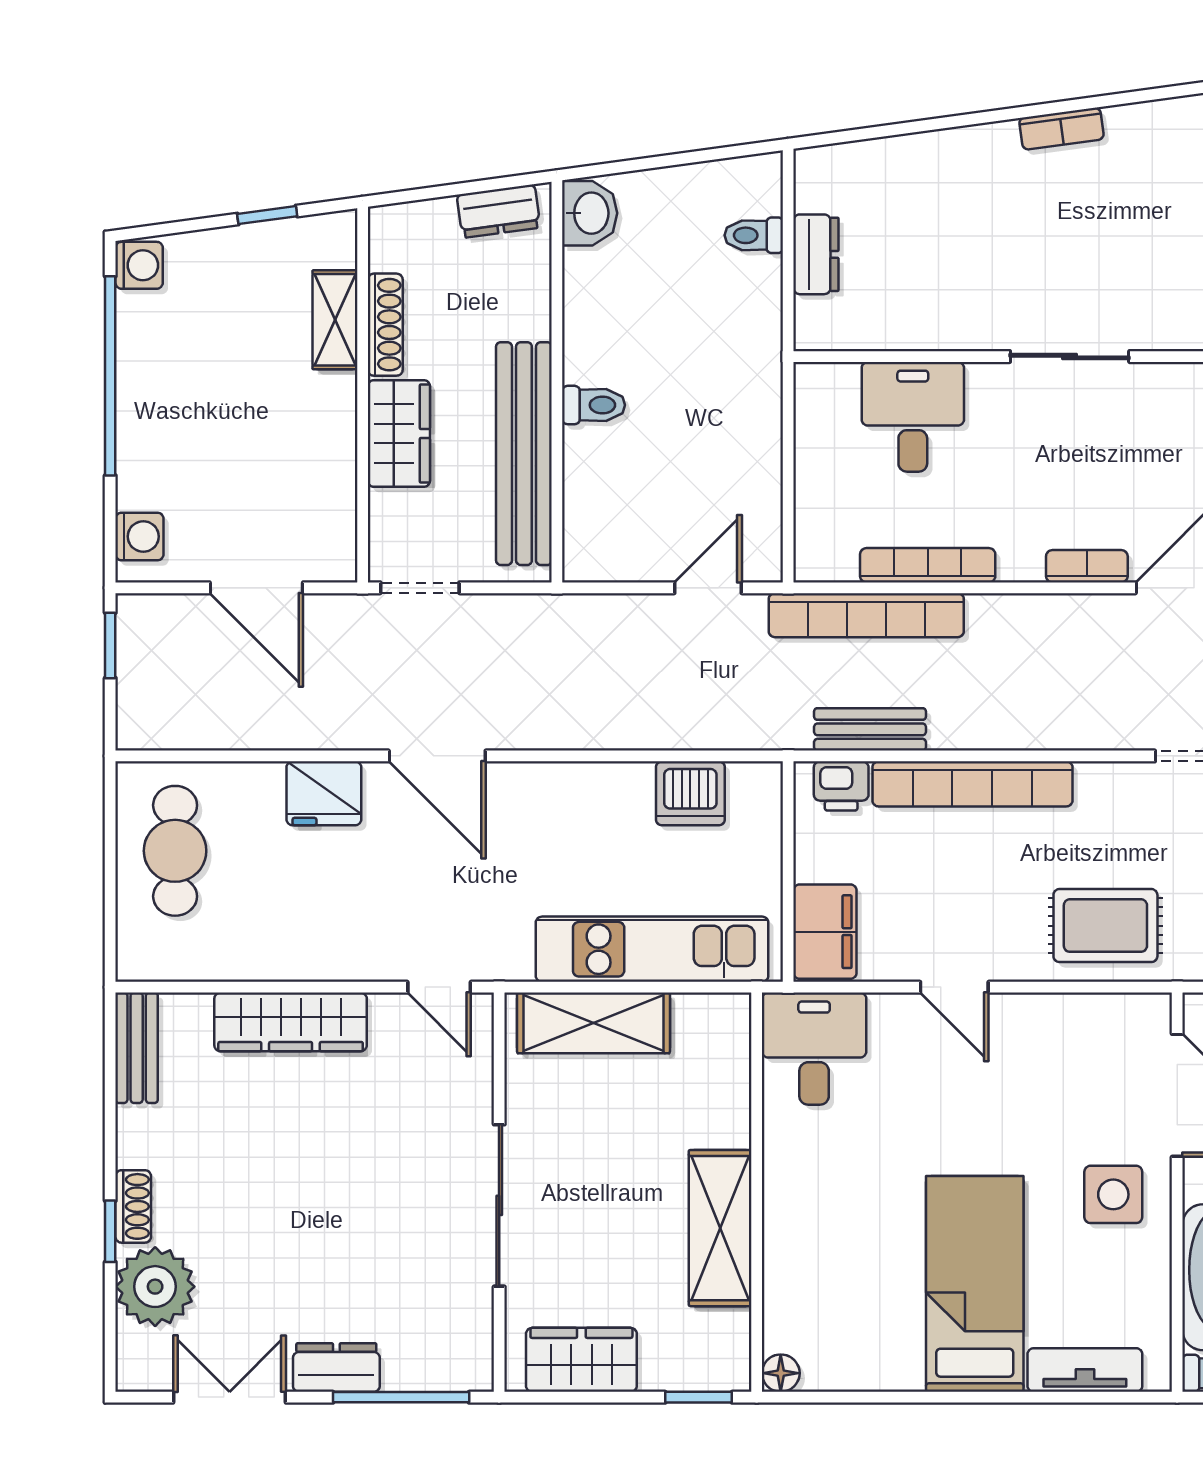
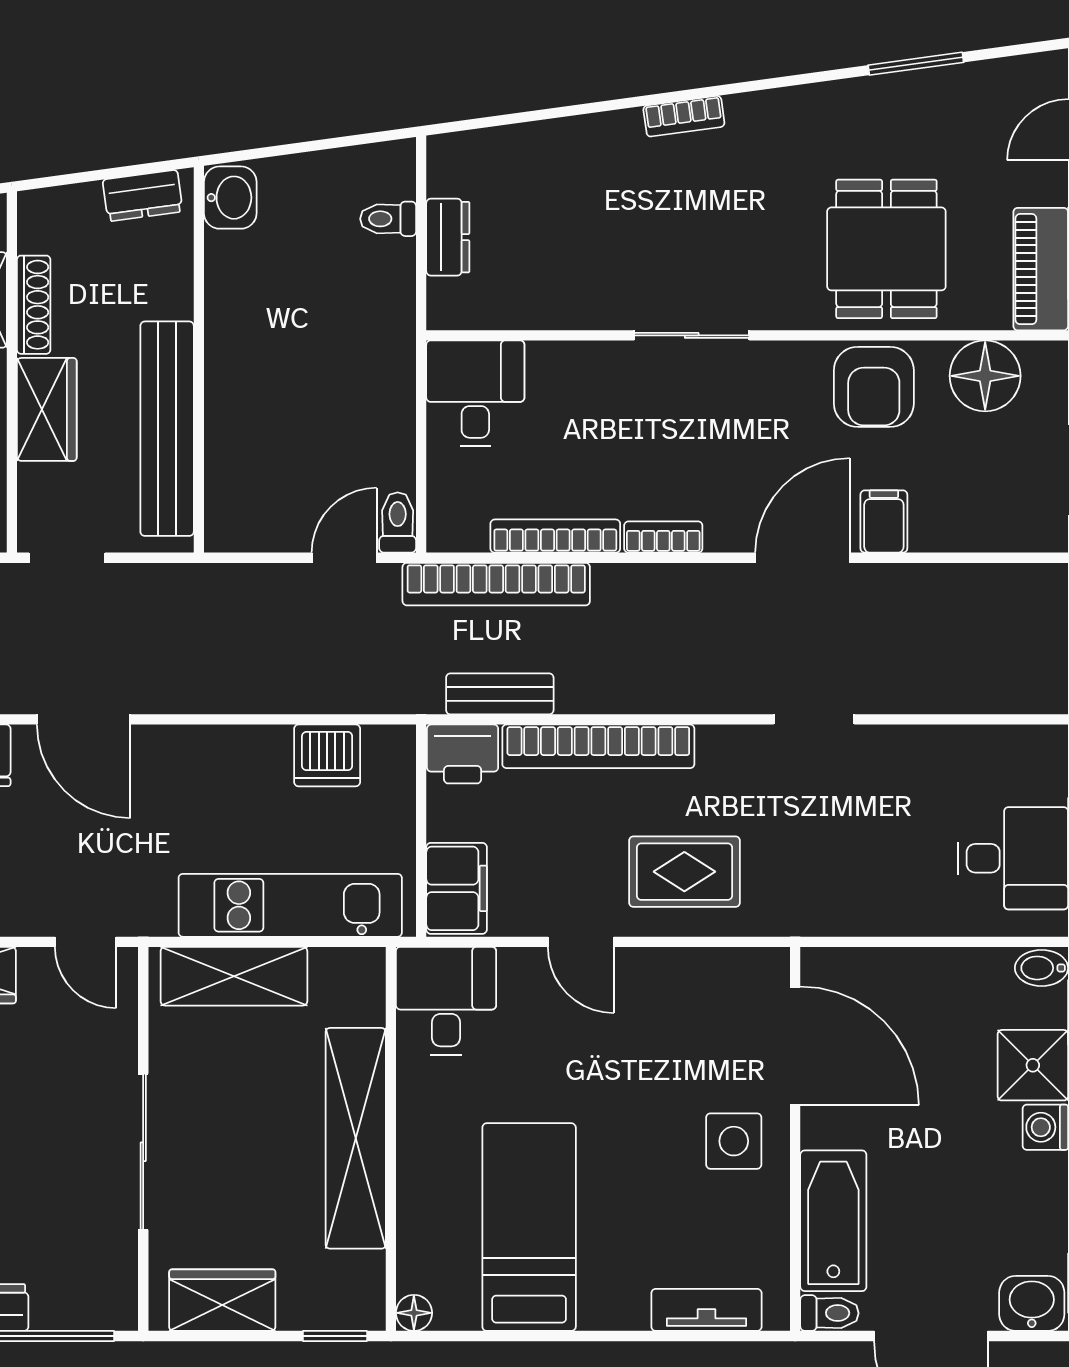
toilet: (594, 405) -> (398, 522), moved, turned -90
desk: (913, 417) -> (475, 393), moved
bookcase: (1087, 566) -> (663, 537), moved
printer: (841, 786) -> (463, 754), width x1.36, depth x1.24
rug: (1105, 926) -> (684, 872), moved
shelving: (720, 1228) -> (356, 1138), width x1.47
bed: (975, 1284) -> (529, 1227), moved

